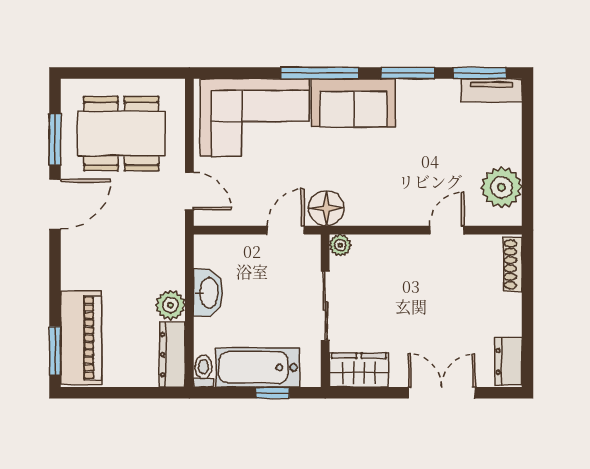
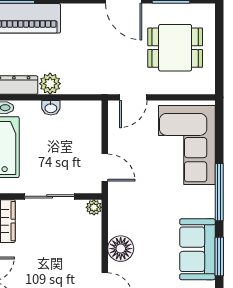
sofa: (353, 103) -> (197, 249), moved
dining table: (121, 134) -> (175, 48), width x0.73
floor lamp: (326, 208) -> (121, 249), moved
washbasin: (208, 293) -> (51, 108), width x0.52, depth x0.69

